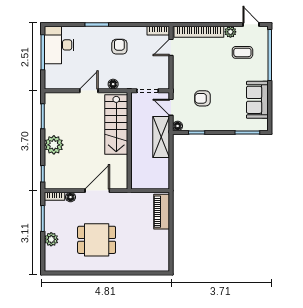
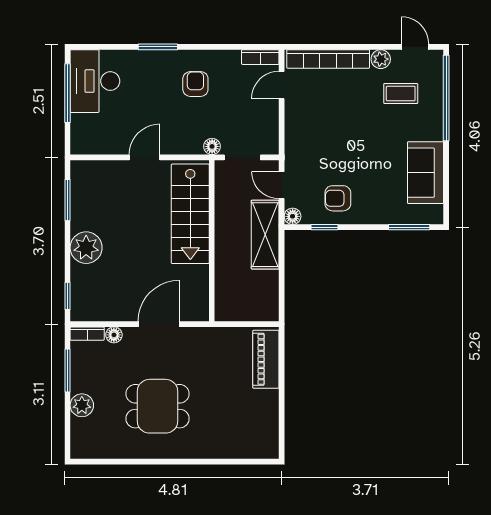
floor lamp: (113, 84) -> (212, 146), moved
armchair: (203, 98) -> (338, 198), moved

